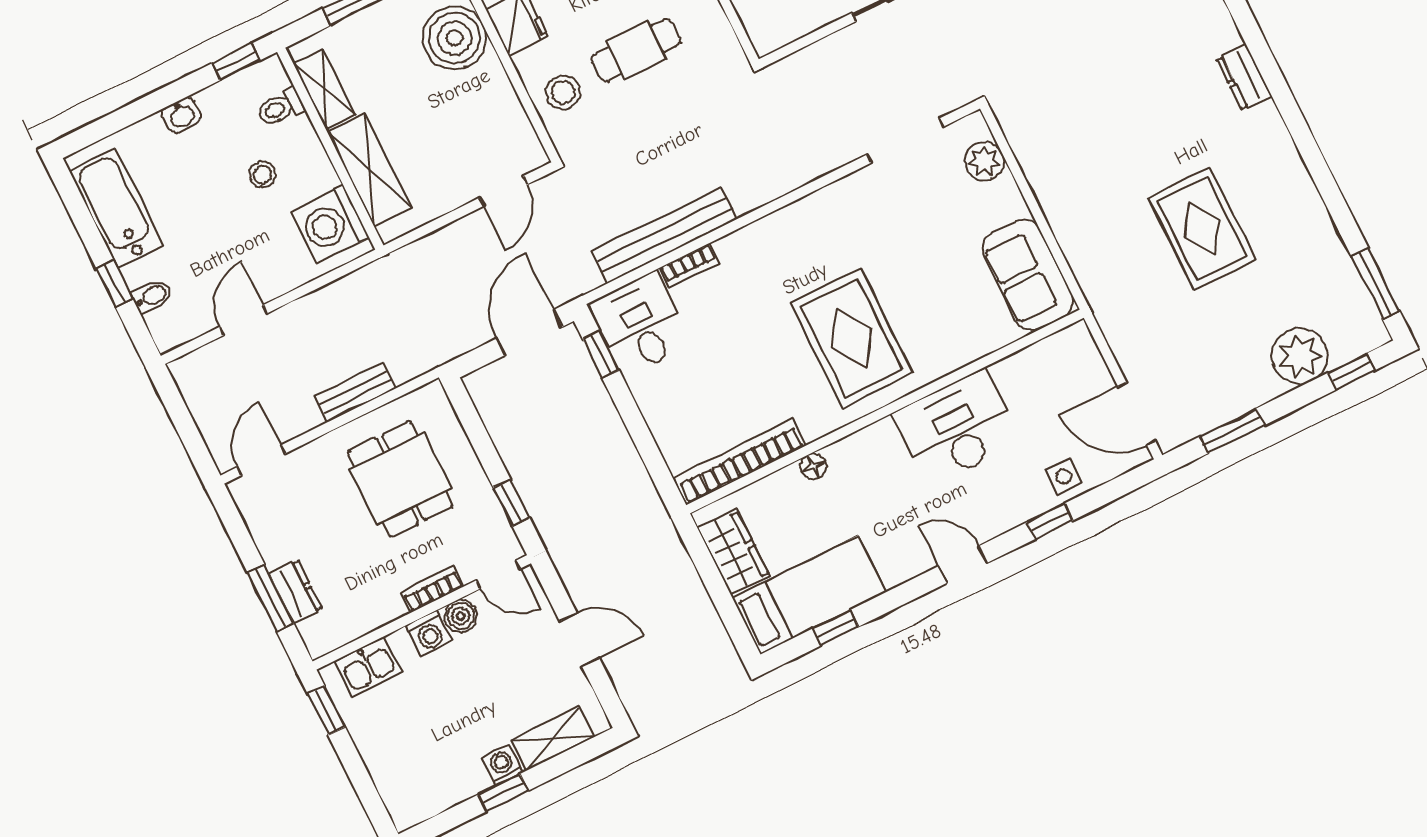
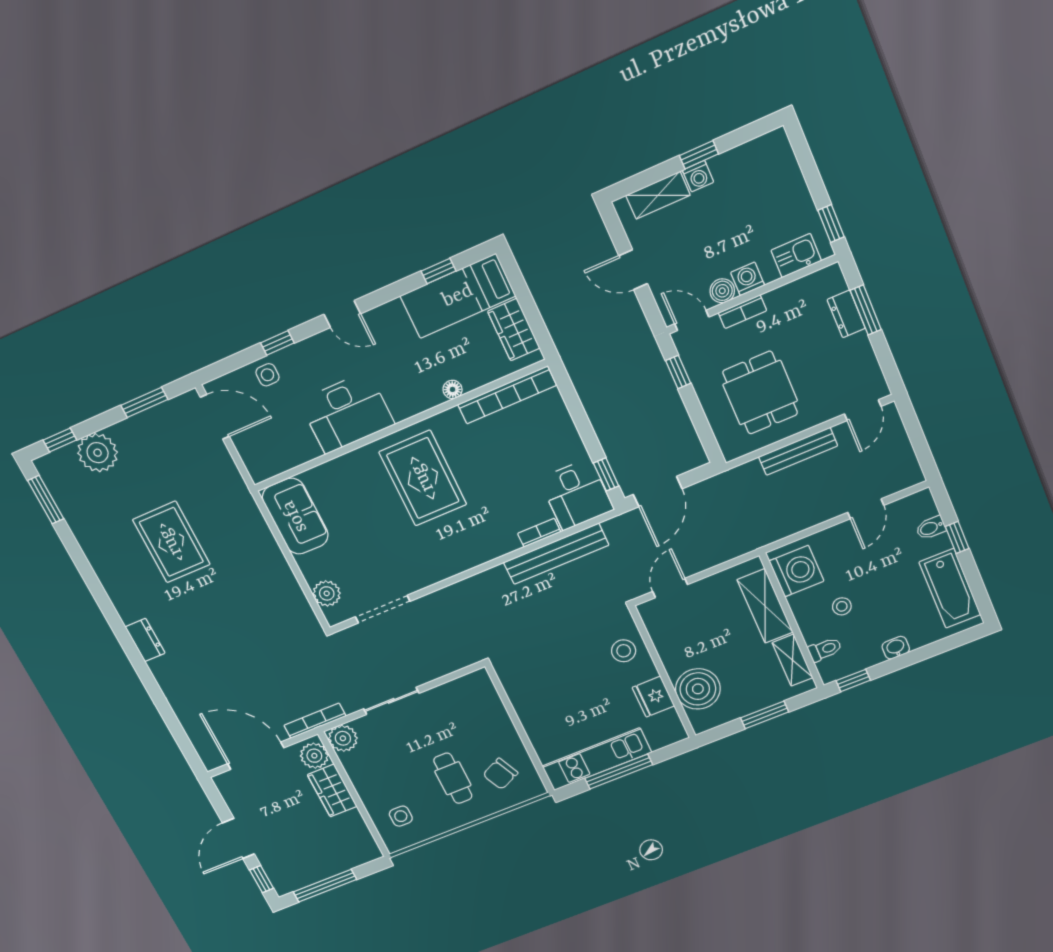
cafe table: (636, 50) -> (571, 676), removed
bench: (355, 393) -> (798, 451), width x1.36

